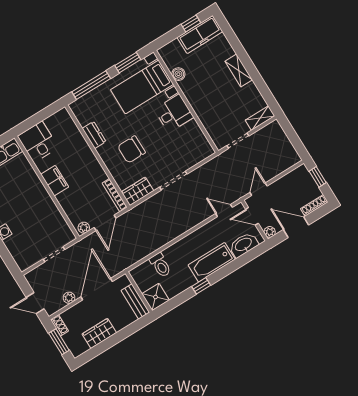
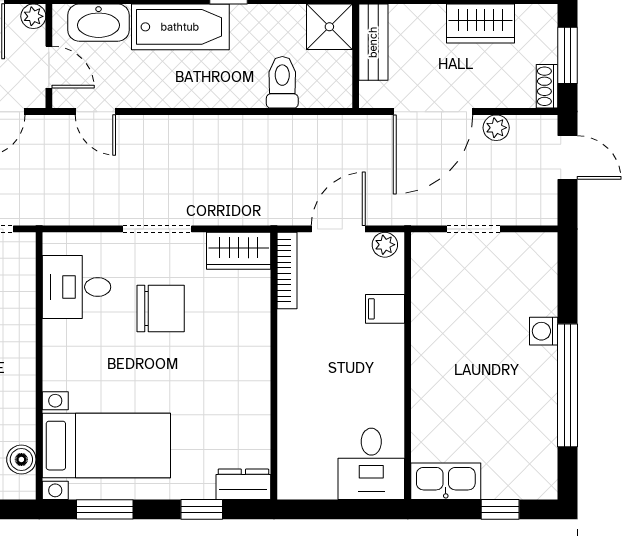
boiler: (178, 74) -> (21, 459), moved
window: (91, 85) -> (202, 509), width x0.46
desk: (174, 113) -> (77, 287), moved
dresser: (94, 135) -> (243, 484), moved, turned 90
chair: (131, 149) -> (161, 309), moved
filing cabinet: (55, 181) -> (385, 309), moved, width x0.50

